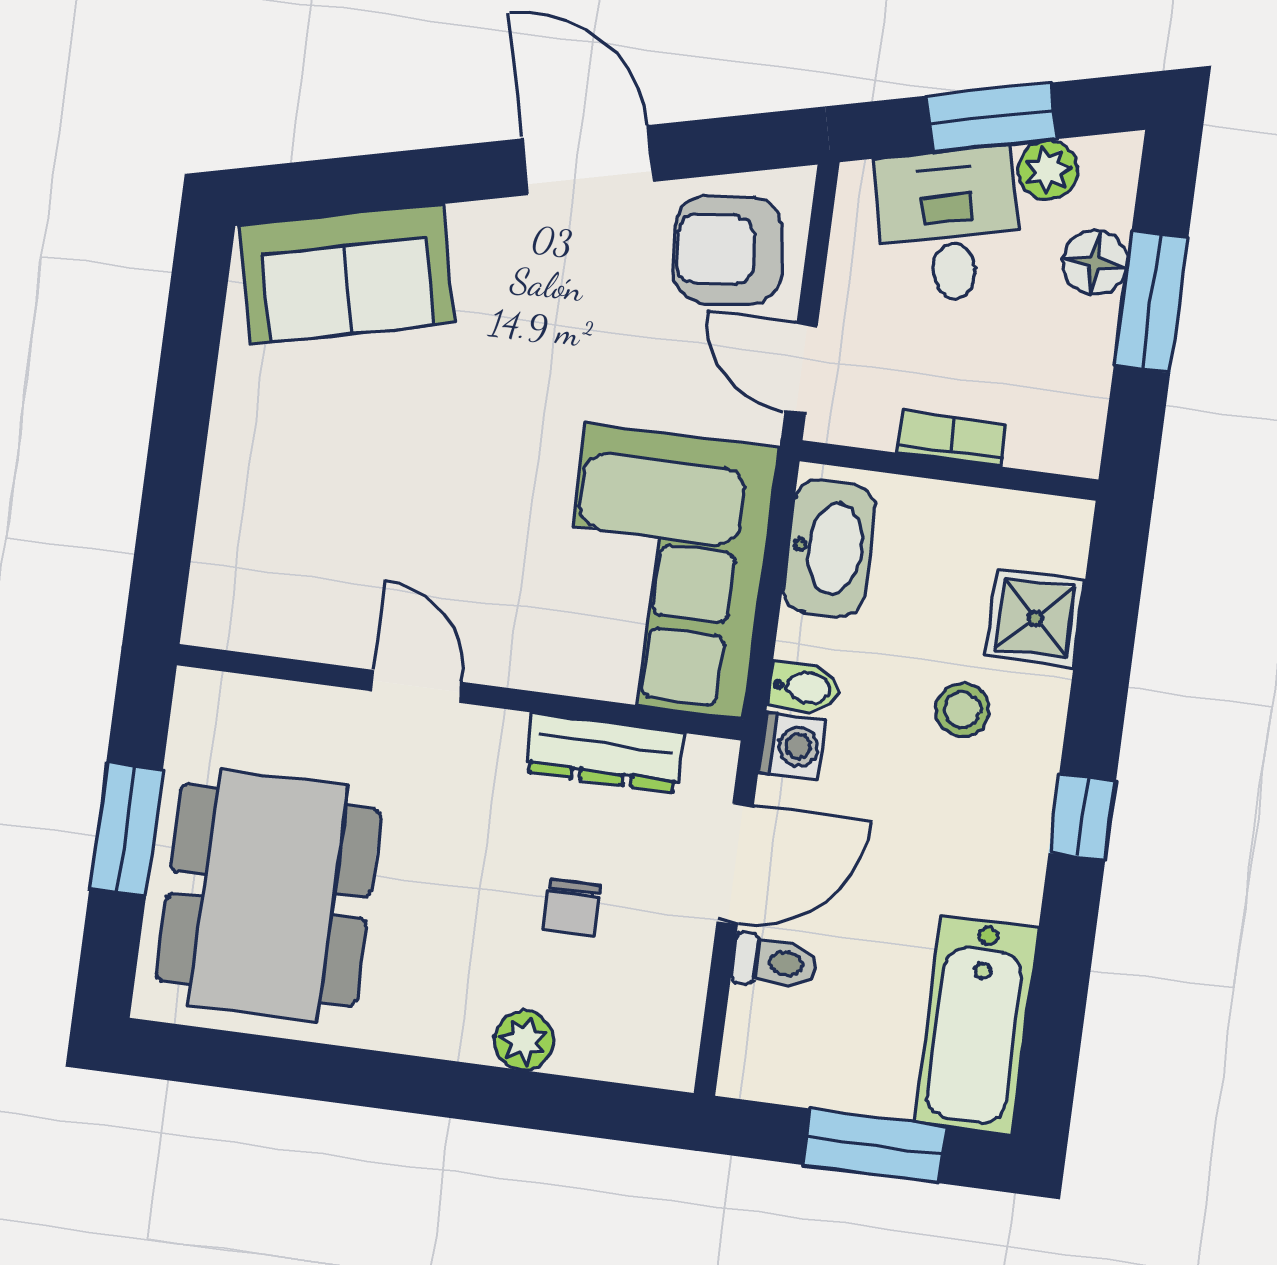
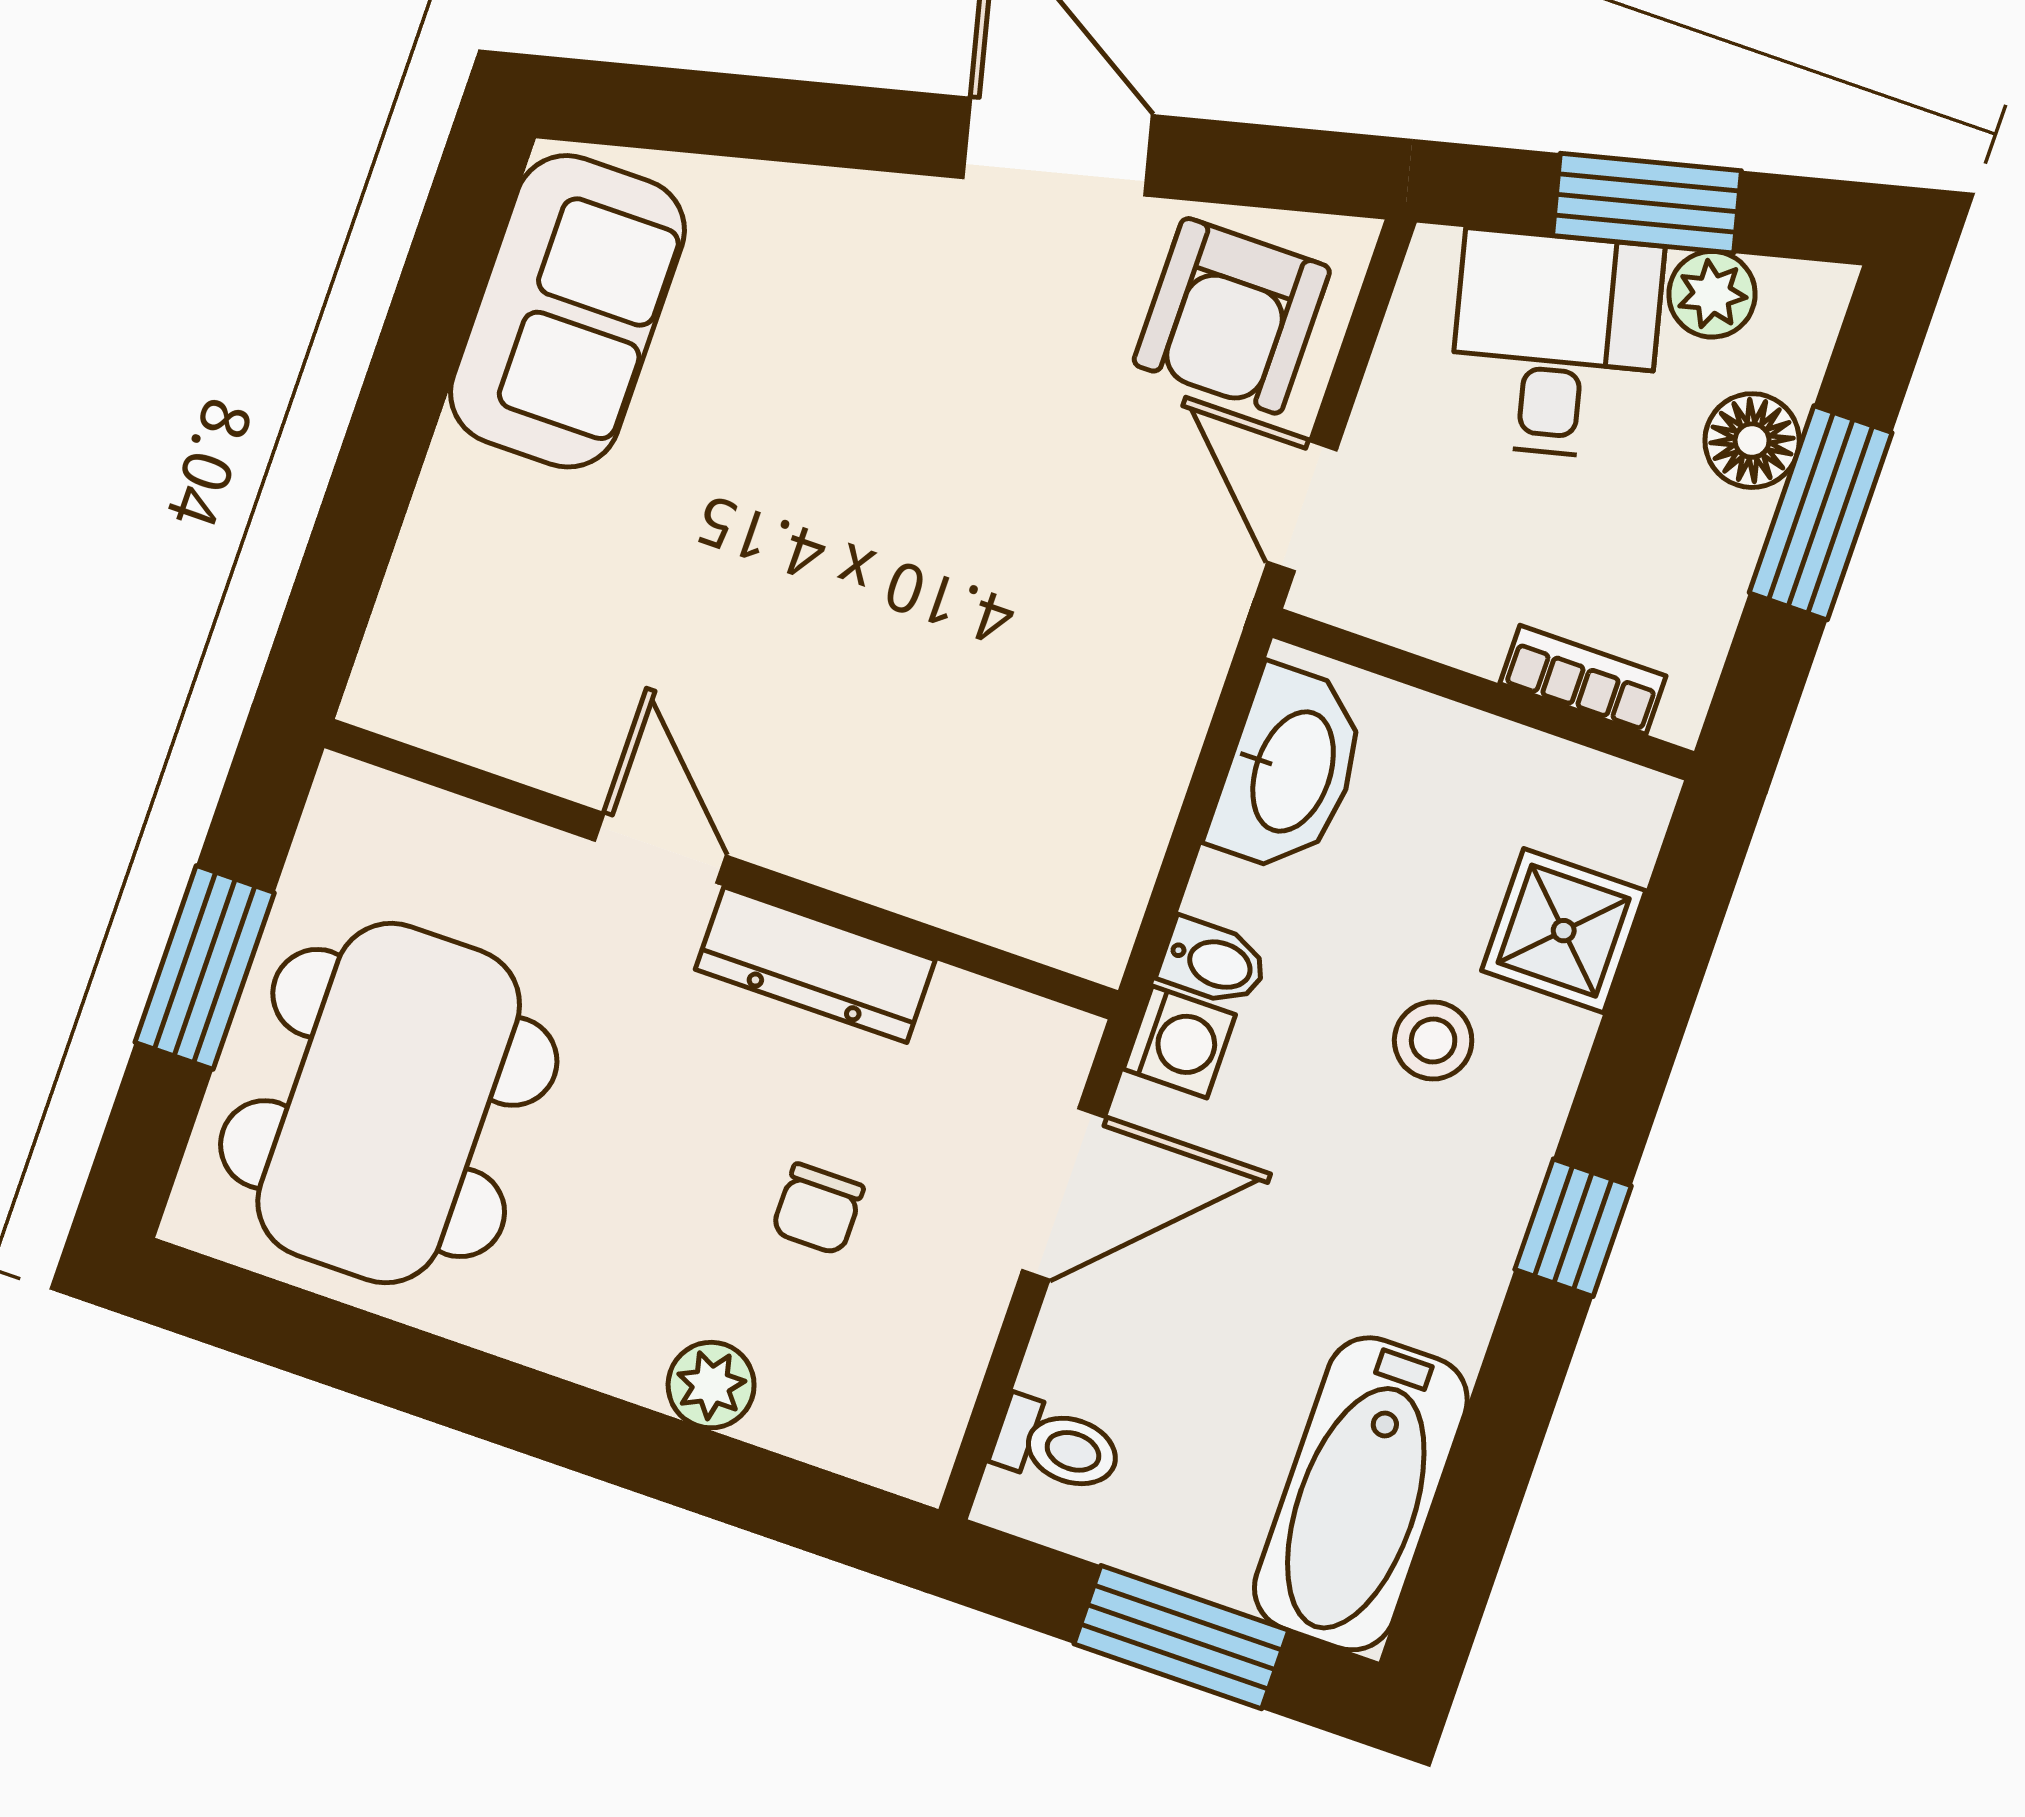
armchair: (728, 250) -> (1232, 316), turned -84
sofa: (346, 274) -> (567, 311), moved, turned -76
bookcase: (952, 439) -> (1583, 680), moved
corner sofa: (665, 571) -> (1049, 756), removed
dresser: (605, 753) -> (815, 965), moved
toilet: (775, 962) -> (1057, 1446), moved

